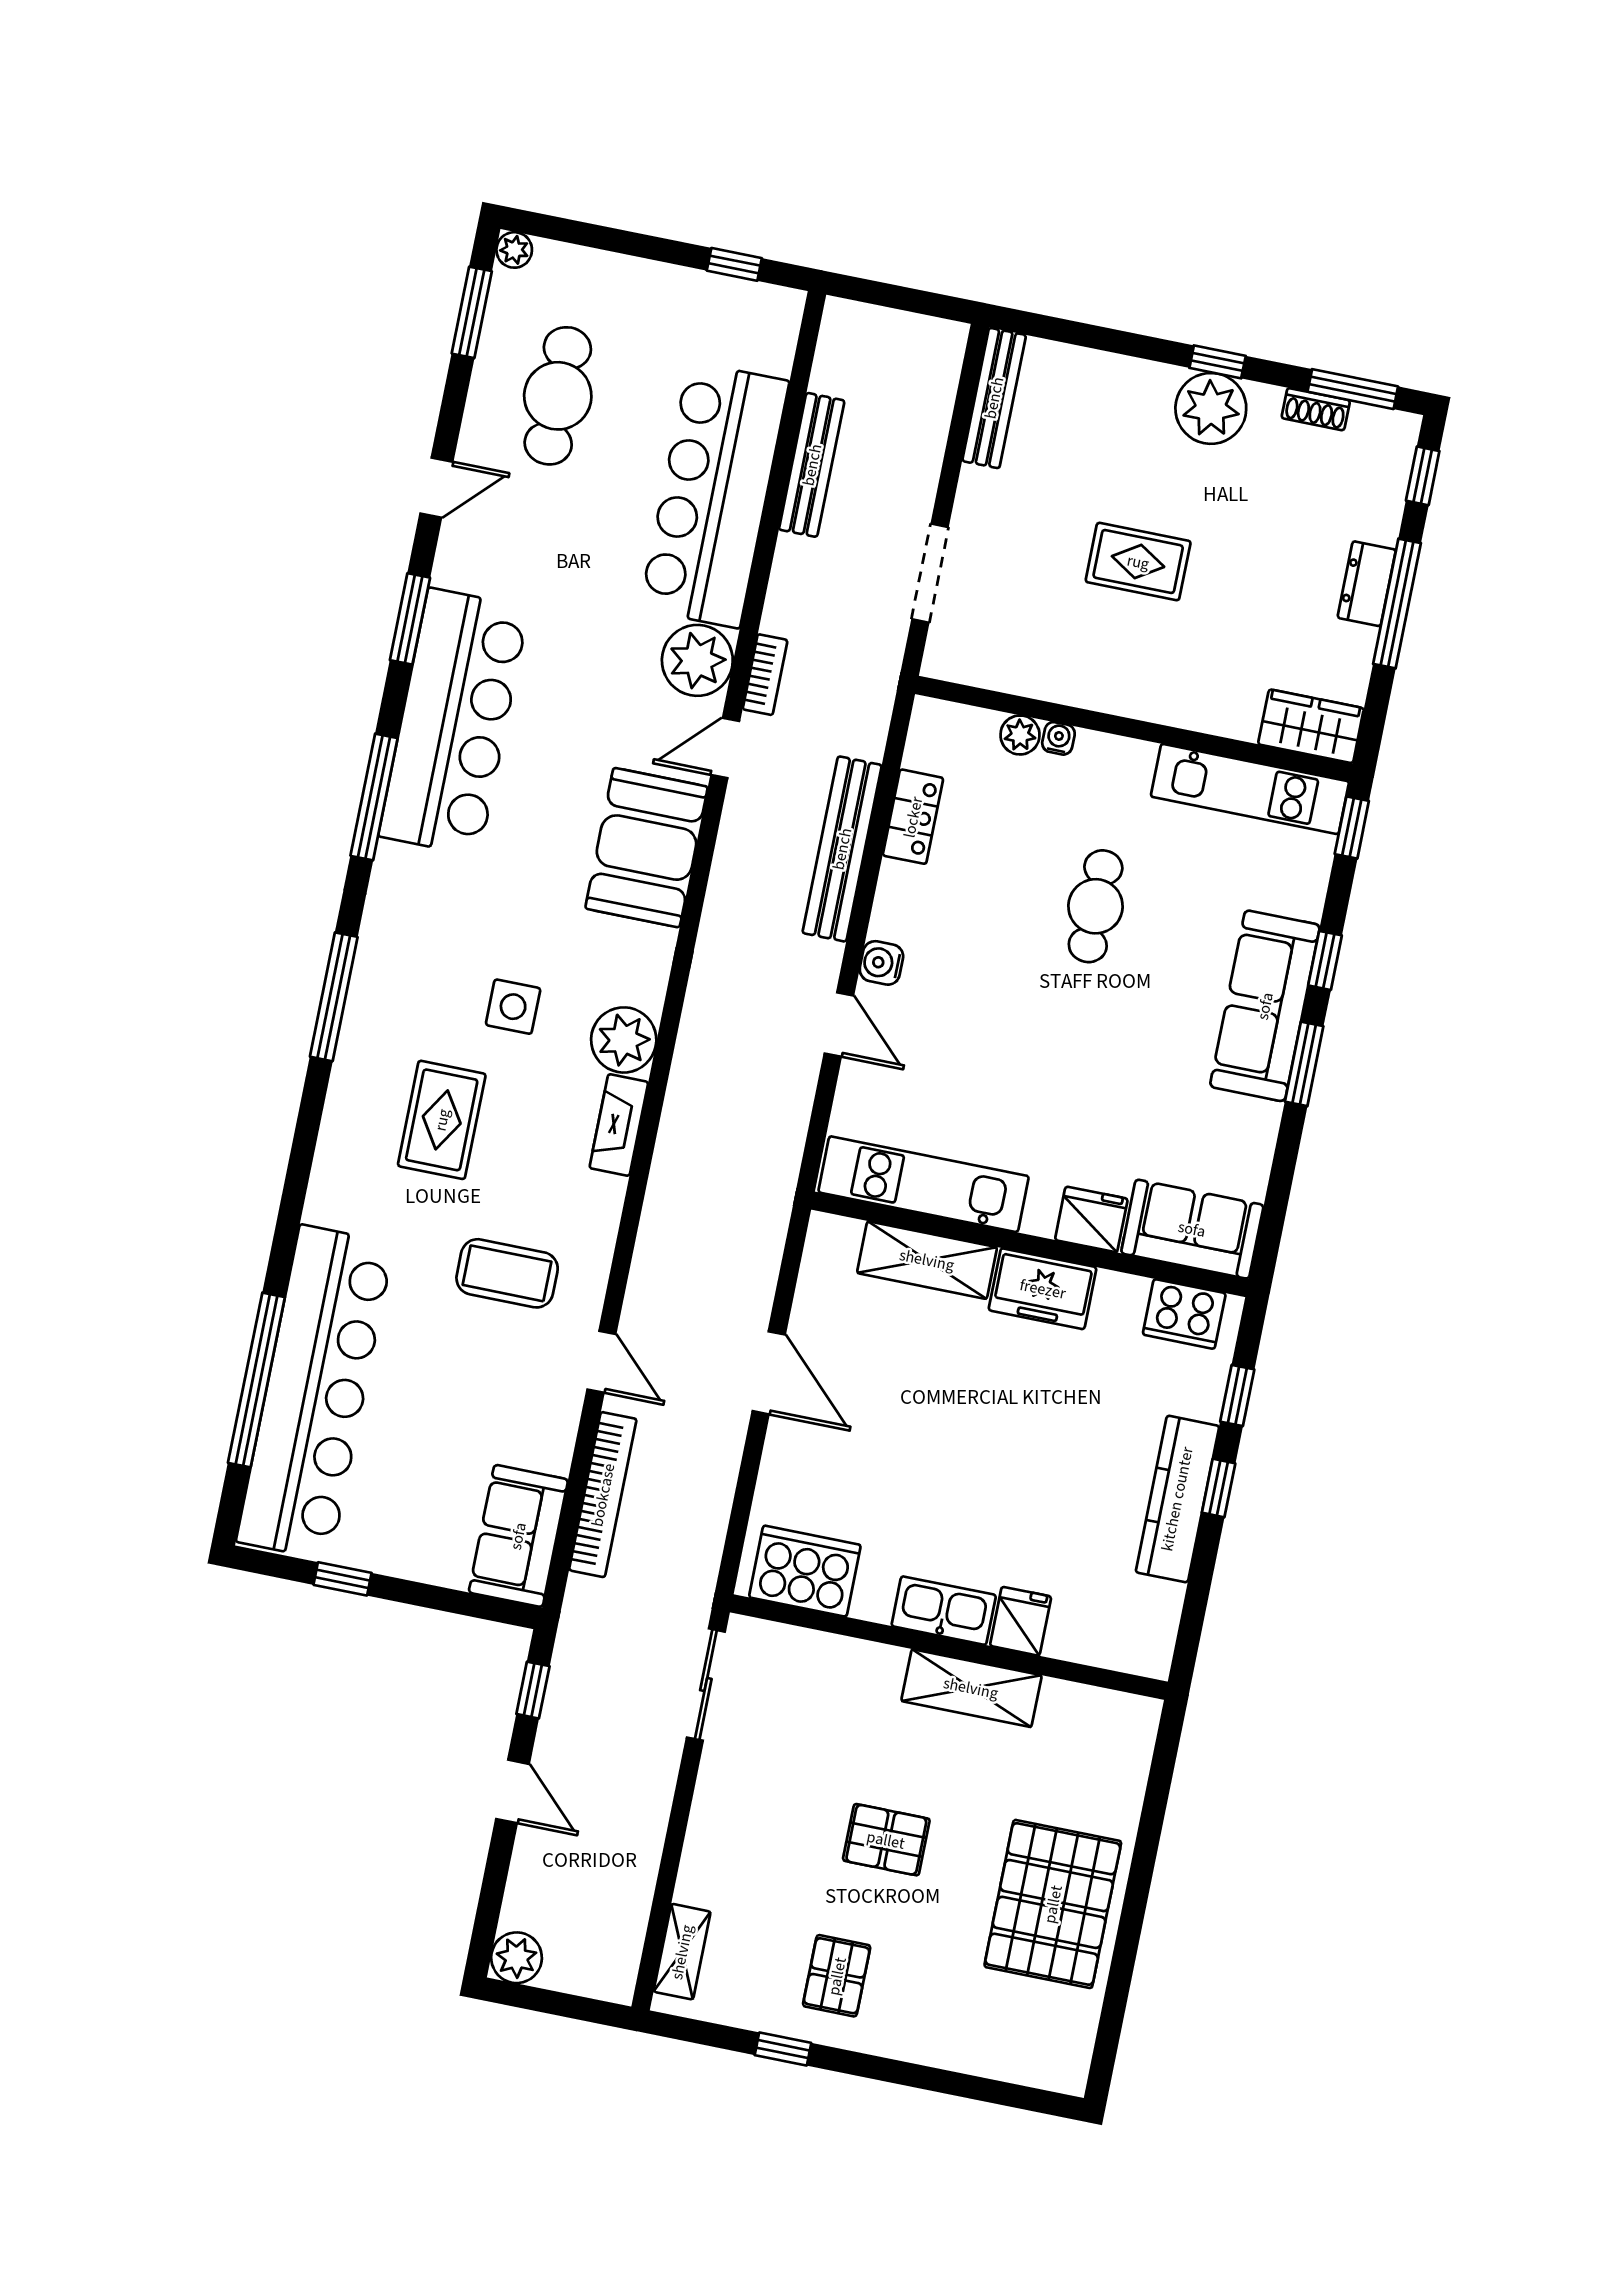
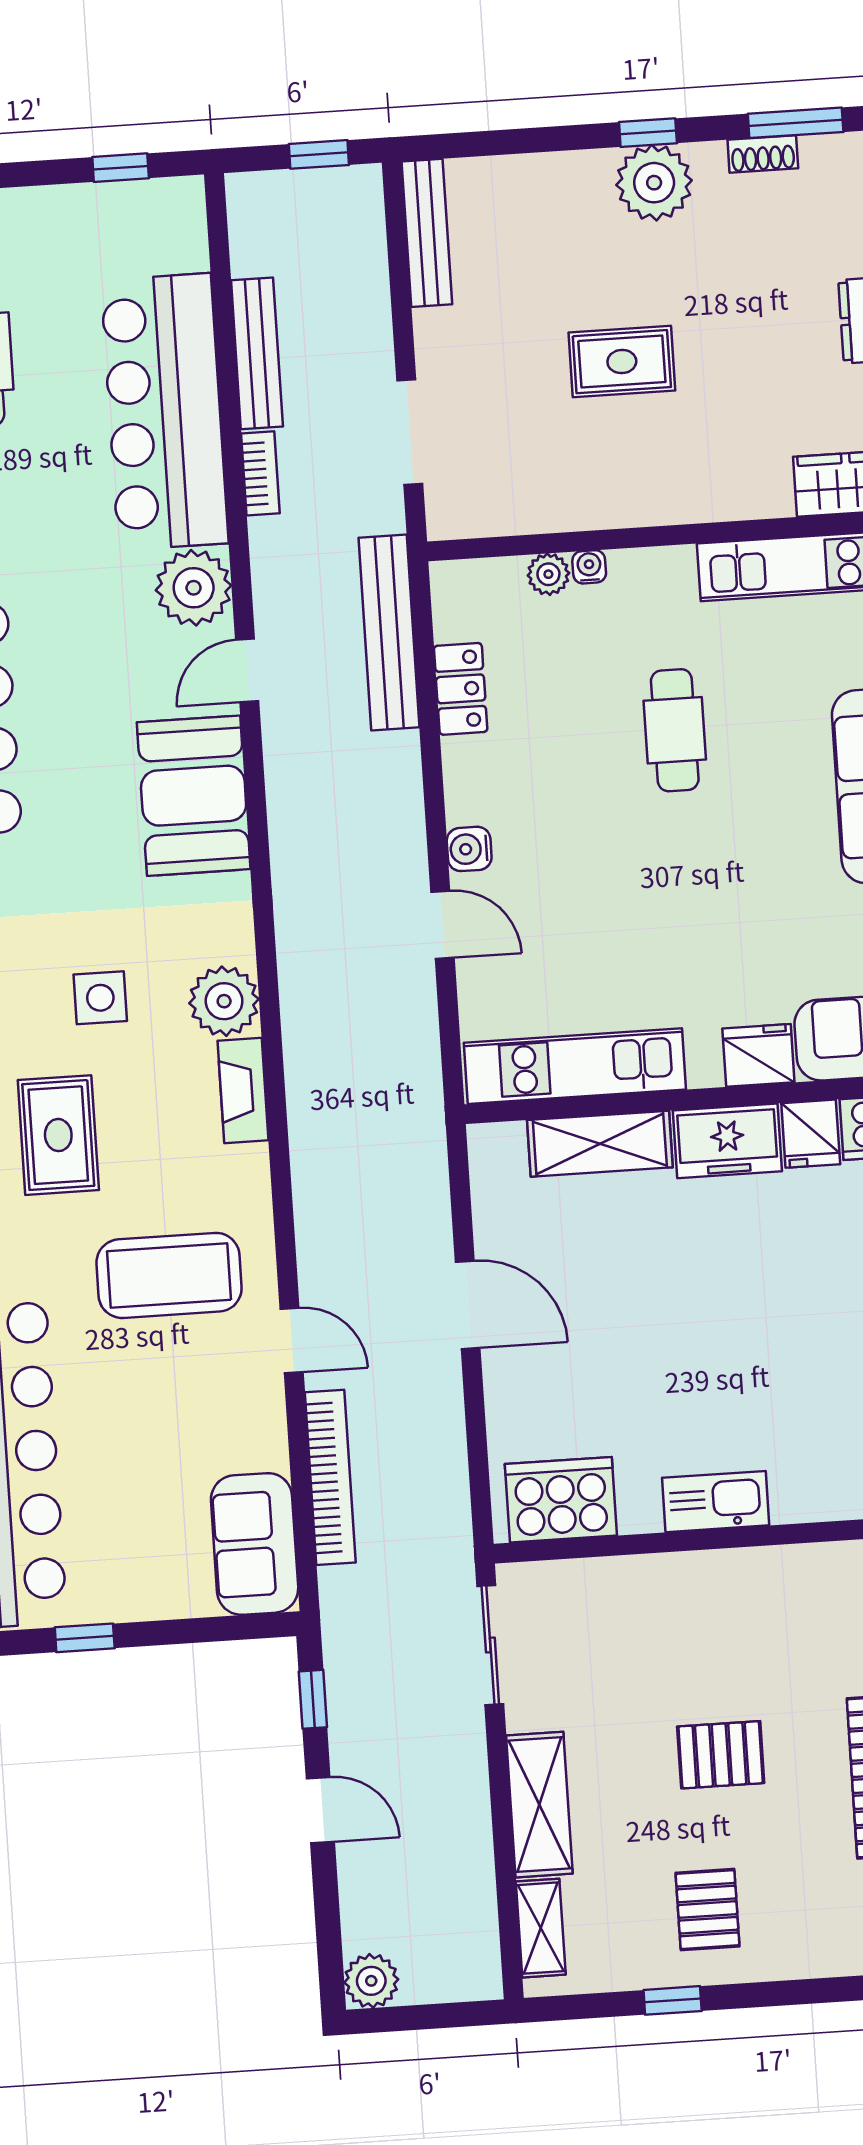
window: (916, 301) -> (319, 154), added
bookcase: (765, 675) -> (260, 473), moved
bench: (842, 849) -> (389, 632), moved
coffee table: (507, 1273) -> (169, 1275), width x1.36, depth x1.32
fridge: (1021, 1621) -> (811, 1134), moved, turned 180
shelving: (971, 1688) -> (539, 1805), moved, turned 90

